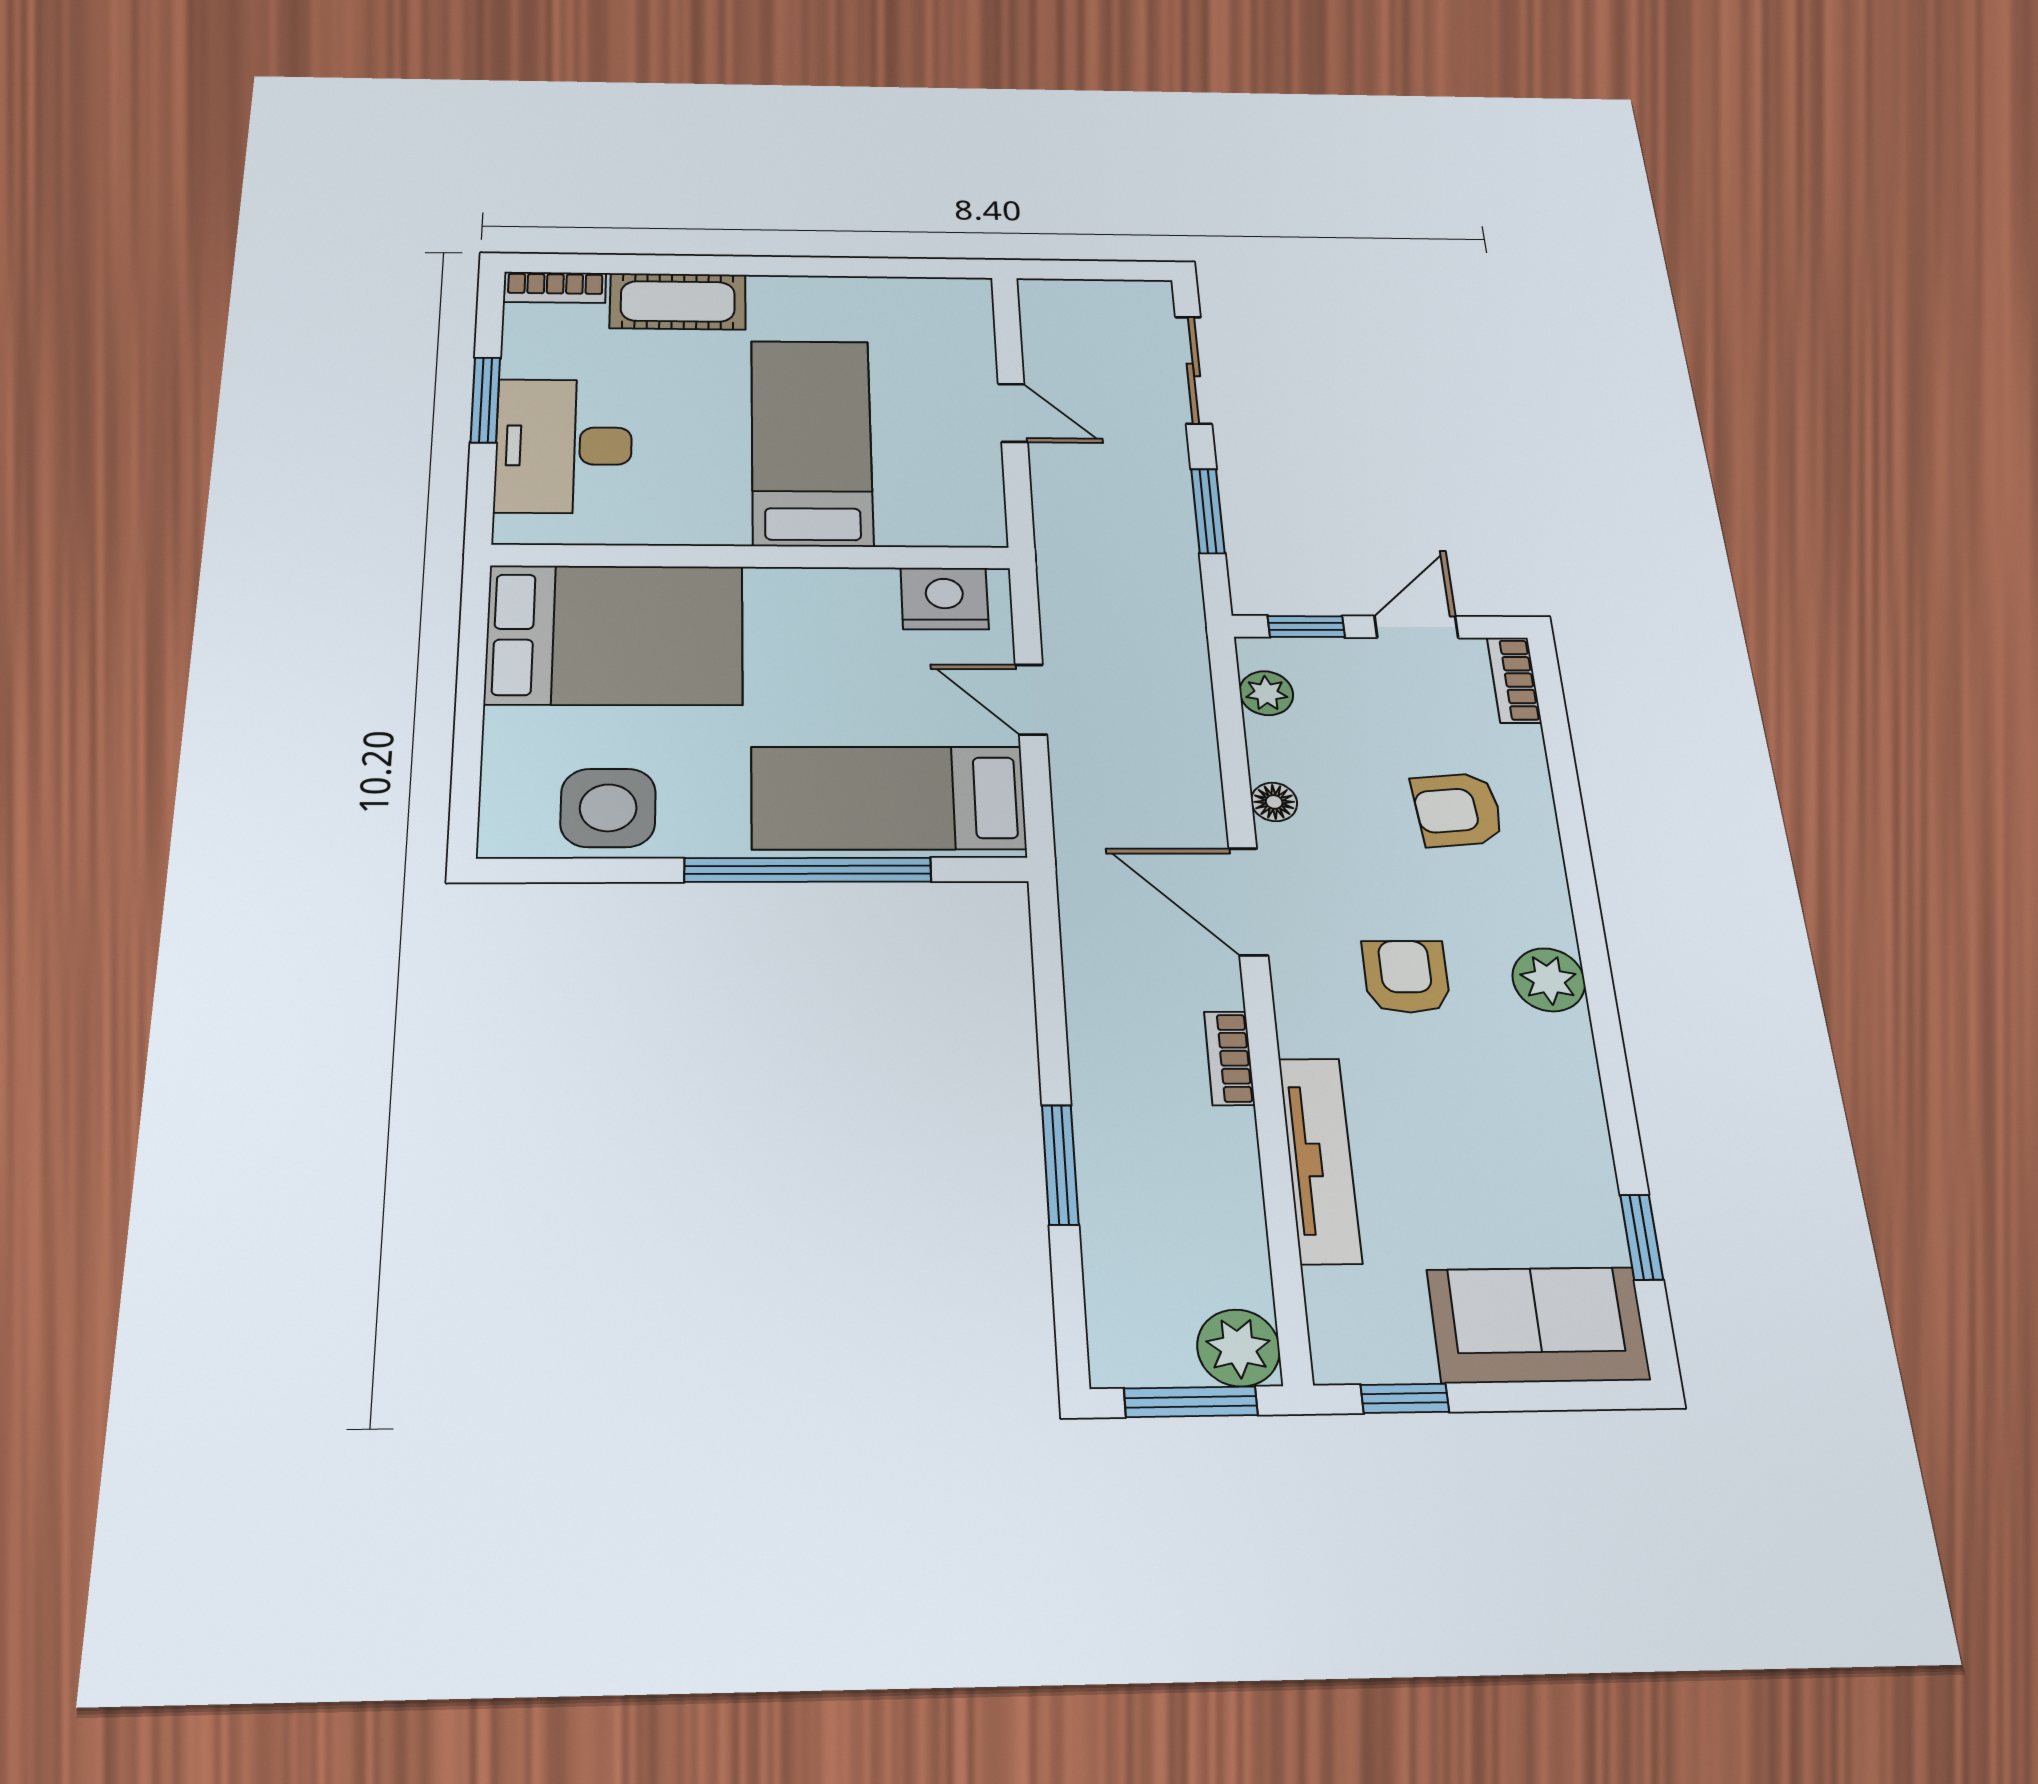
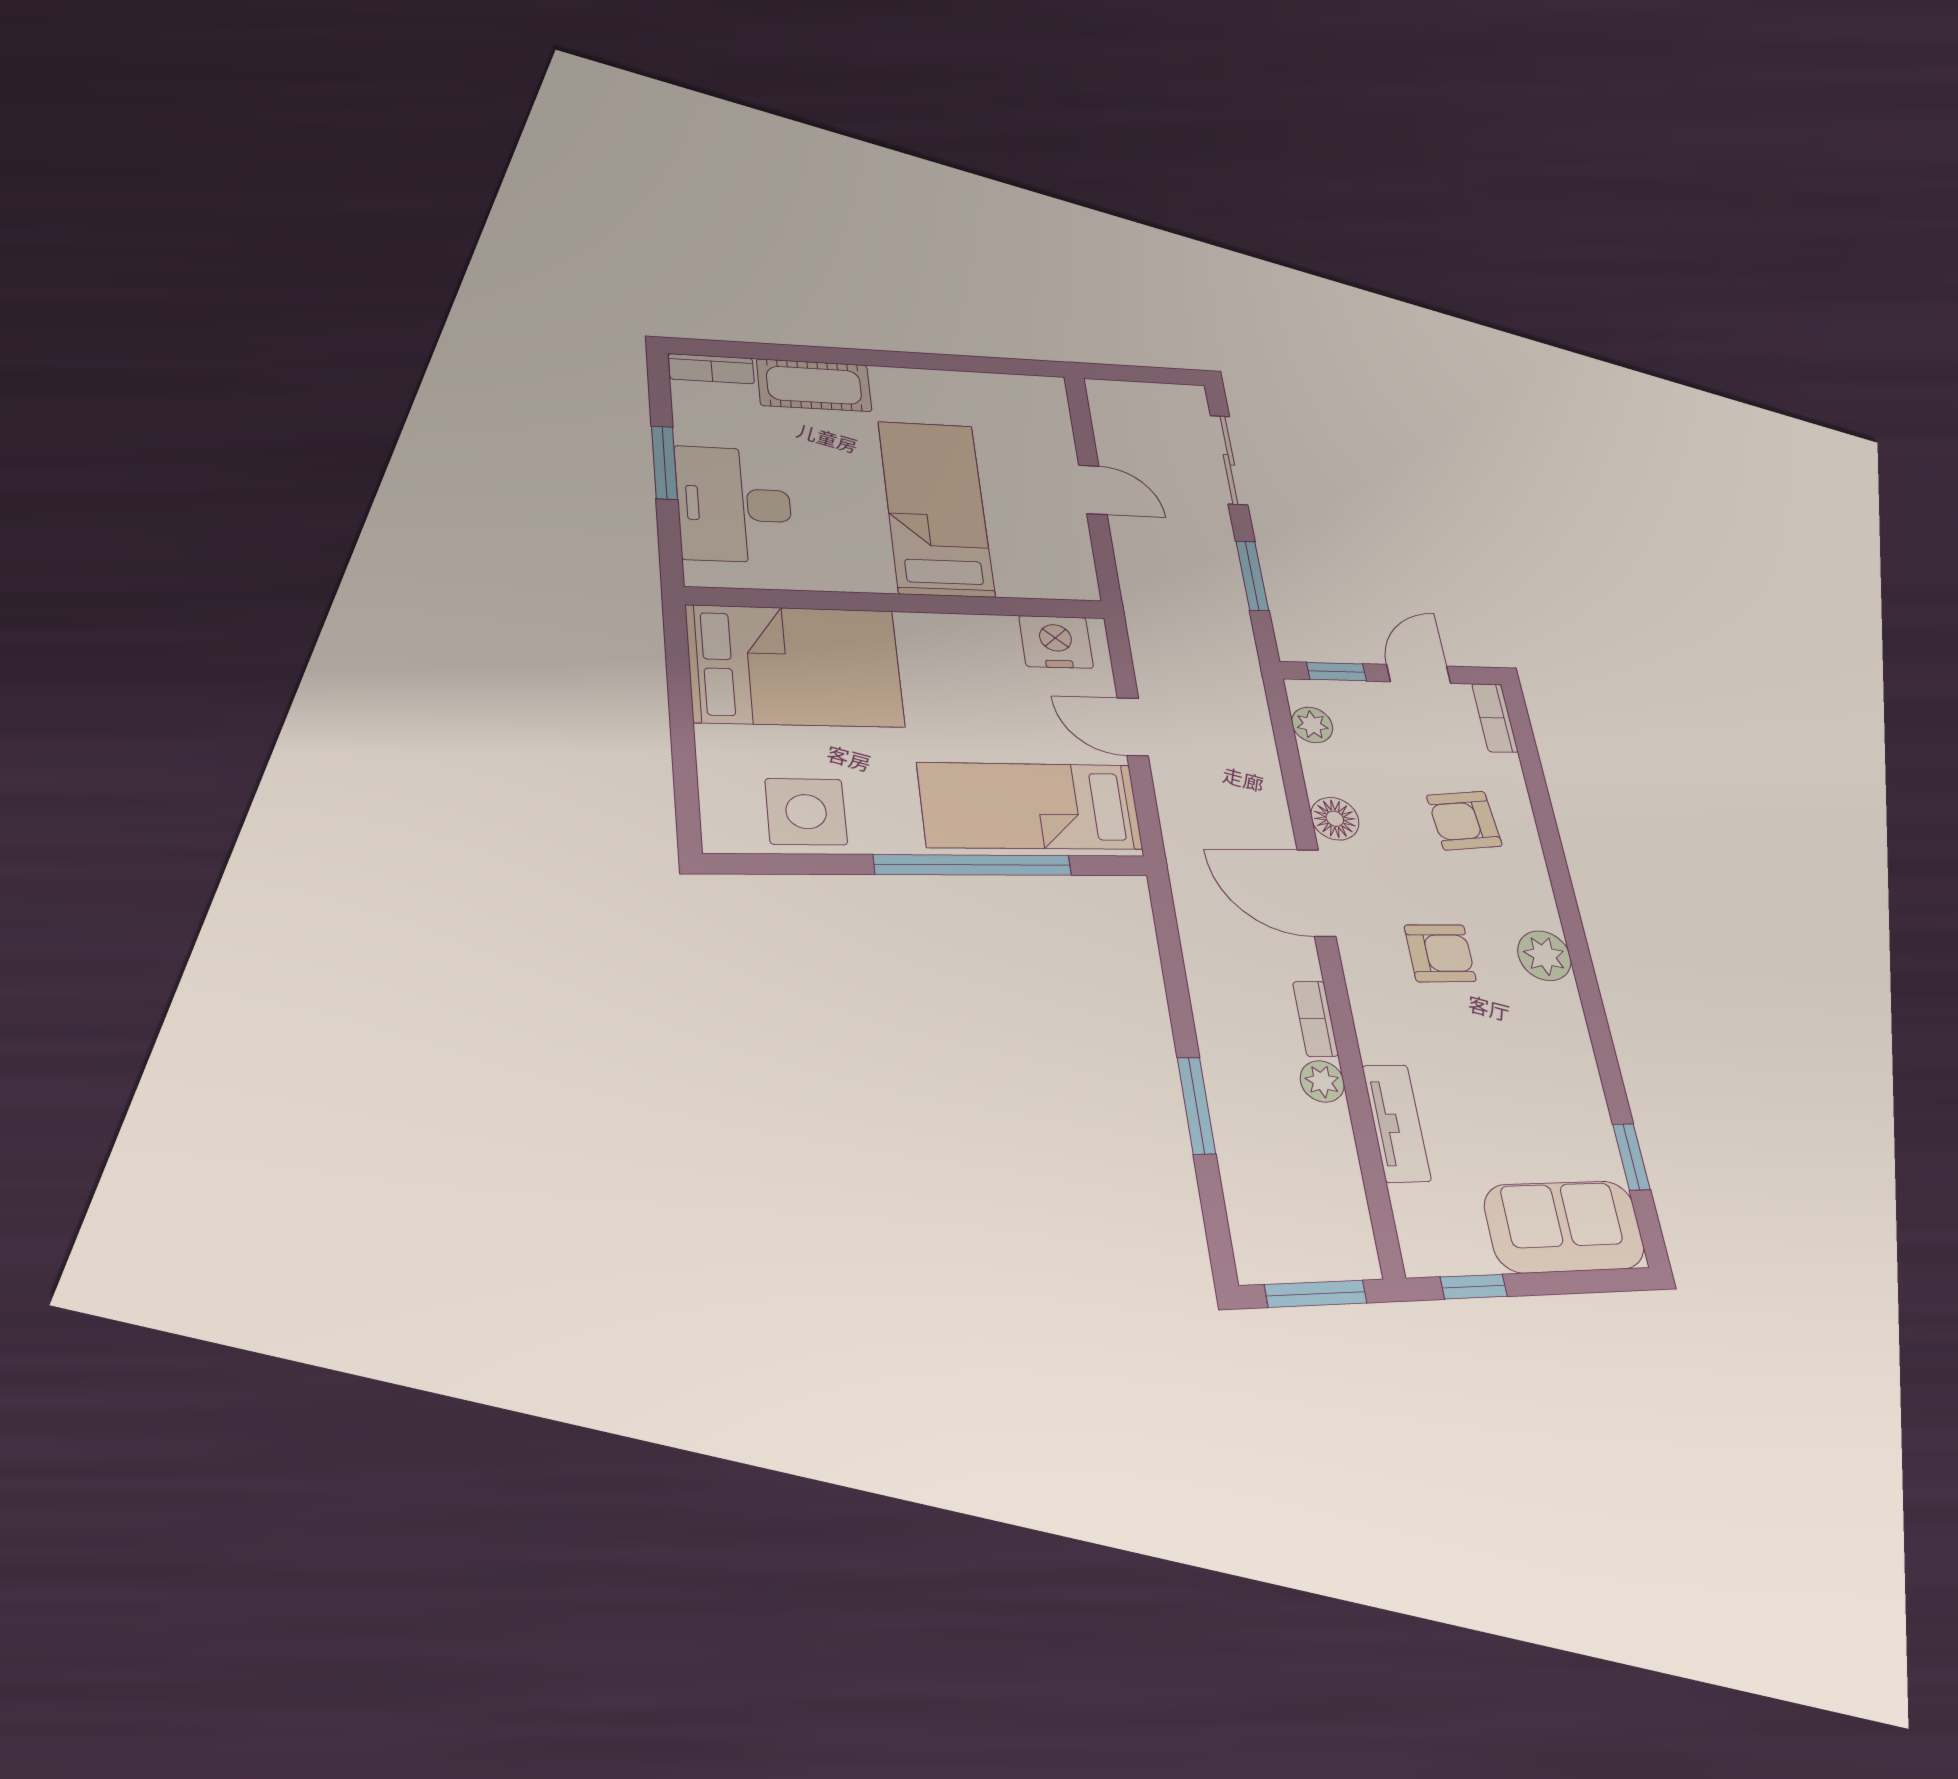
floor lamp: (1274, 802) -> (1335, 819), width x1.37, depth x1.37
armchair: (1406, 977) -> (1440, 953), turned 90
tv unit: (1320, 1160) -> (1396, 1123), width x0.71
plant: (1238, 1348) -> (1322, 1081), moved, width x0.73, depth x0.73

